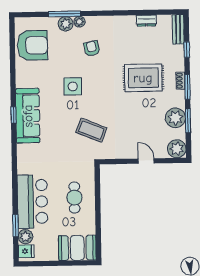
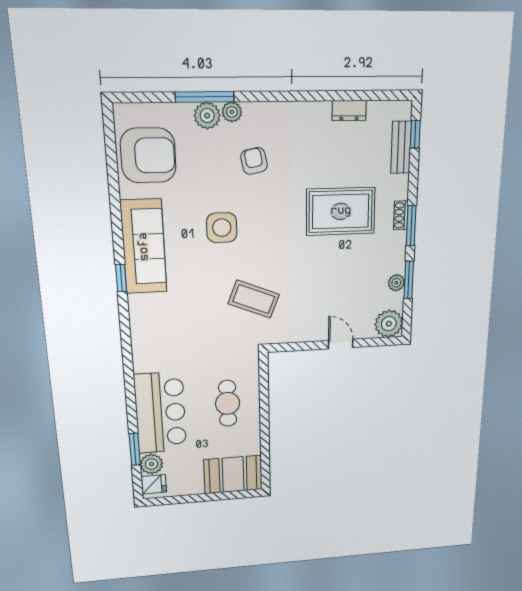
bench: (178, 29) -> (401, 147), moved
window: (187, 50) -> (415, 134), moved
sofa: (28, 116) -> (144, 247), moved
plant: (175, 118) -> (396, 283), width x0.53, depth x0.53

